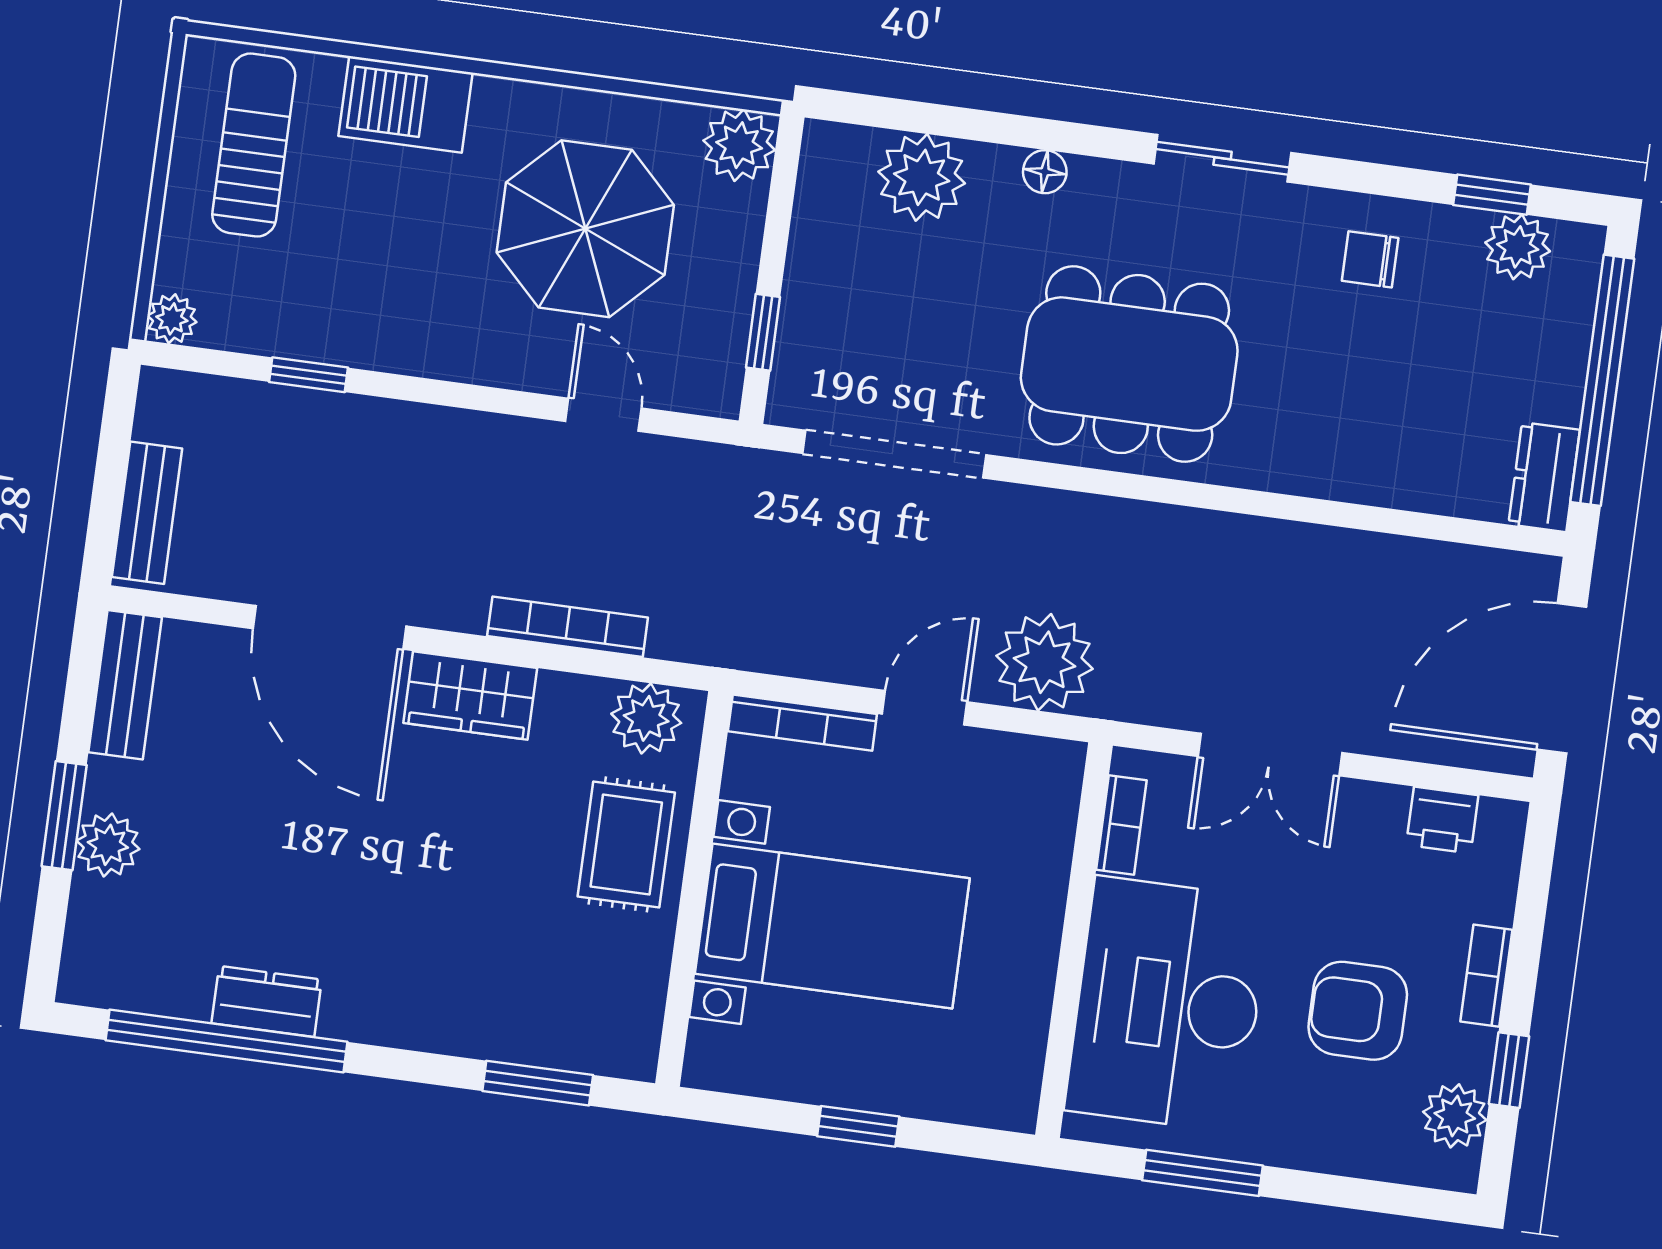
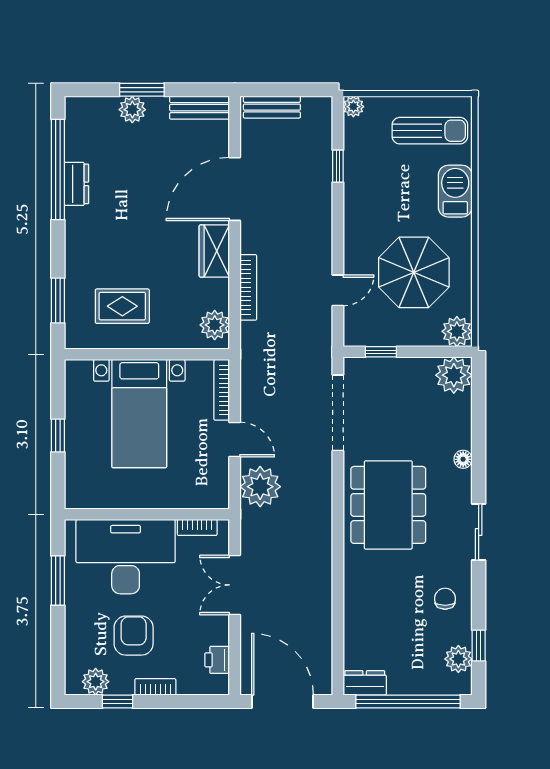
plant: (922, 177) -> (454, 375), moved
rug: (626, 844) -> (122, 306), moved

